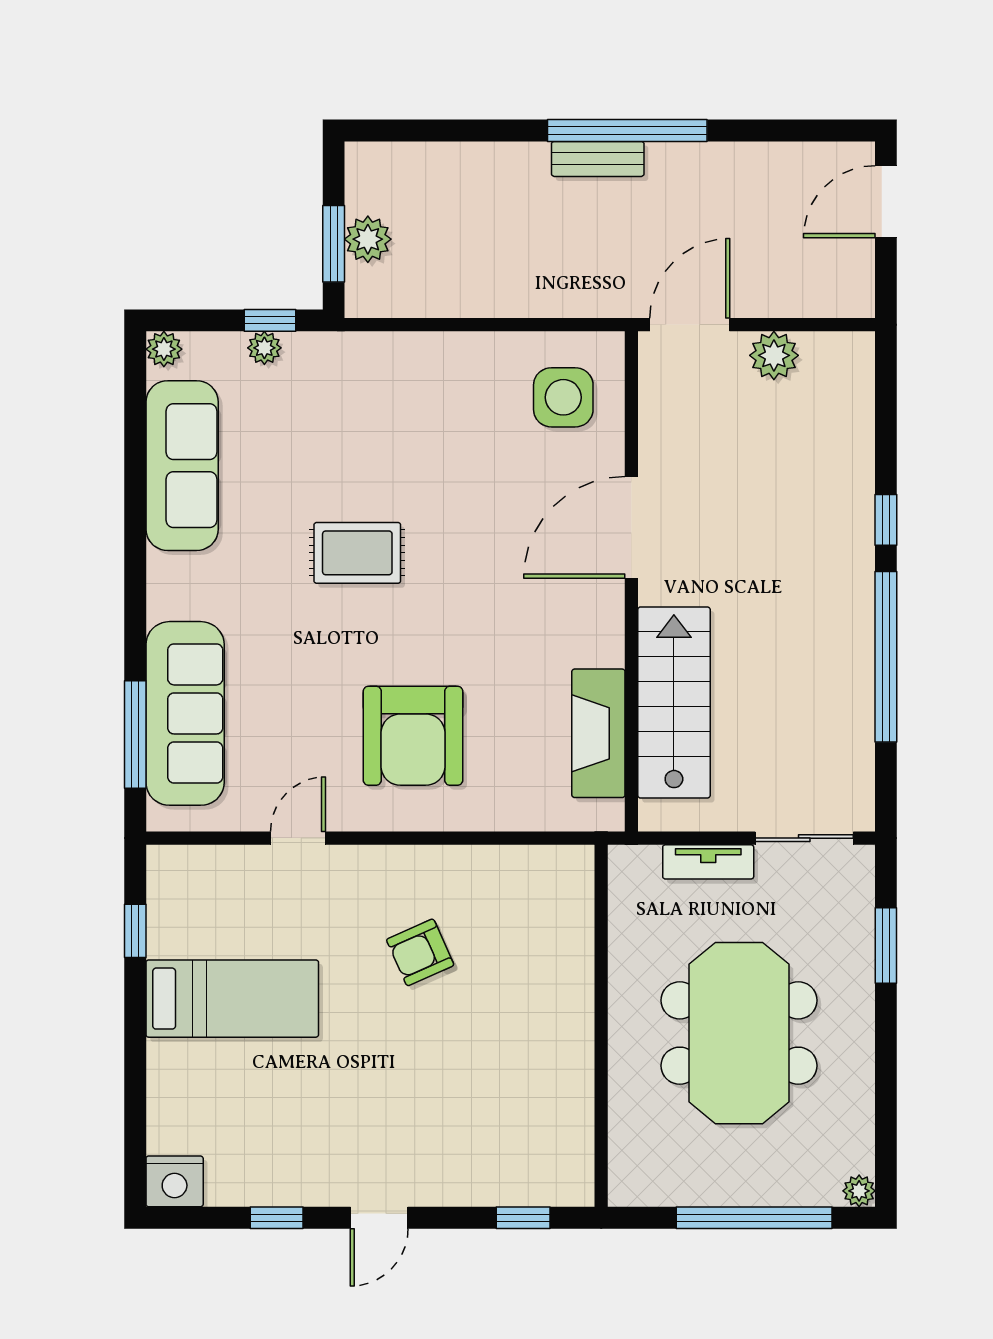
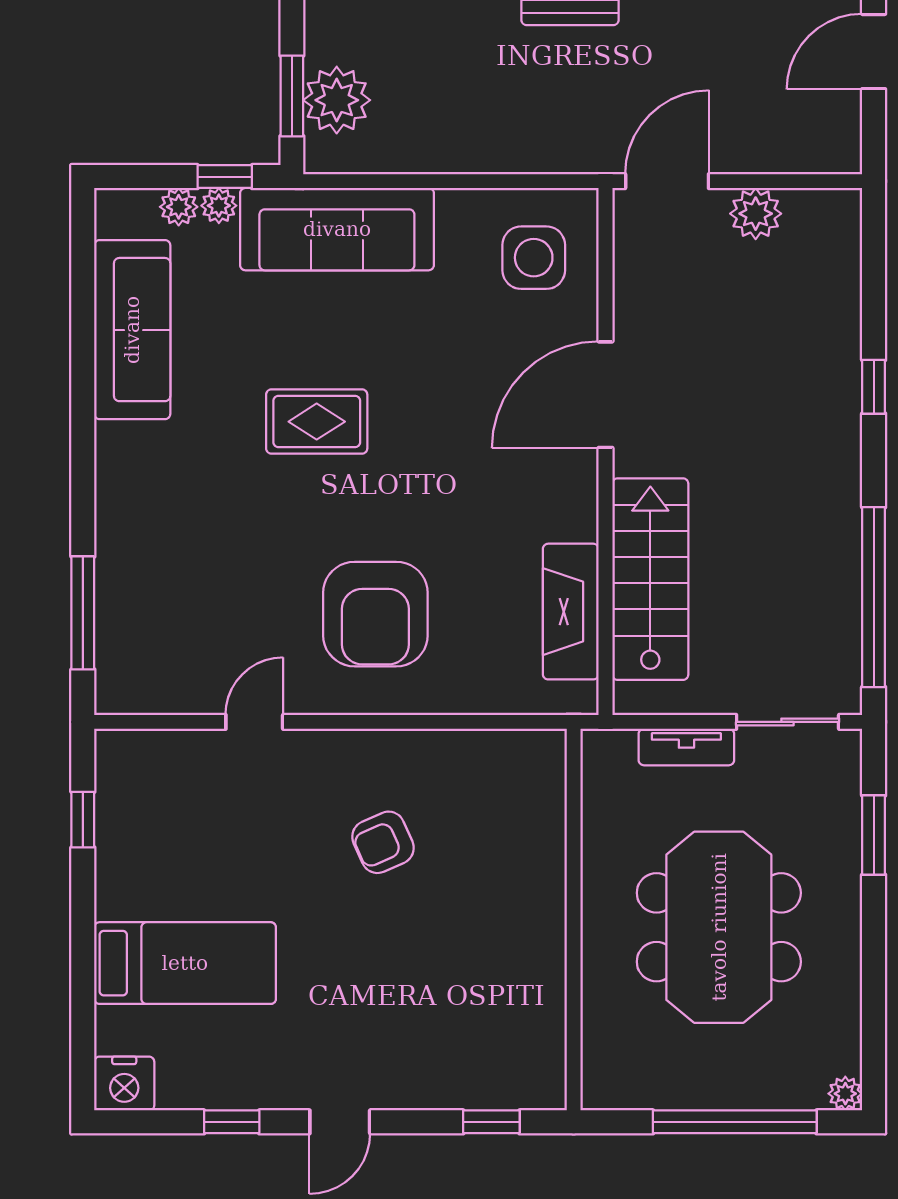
plant: (368, 239) -> (337, 100), width x1.36, depth x1.36
plant: (164, 349) -> (179, 207), moved
window: (886, 657) -> (874, 597), moved
sofa: (185, 713) -> (337, 229), moved, turned 90
bed: (232, 999) -> (185, 963), moved

